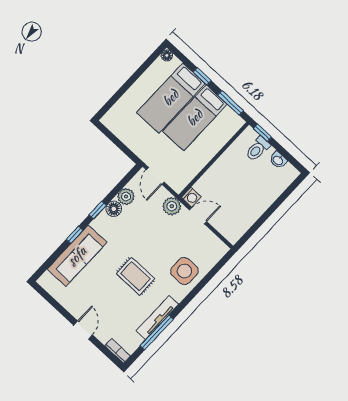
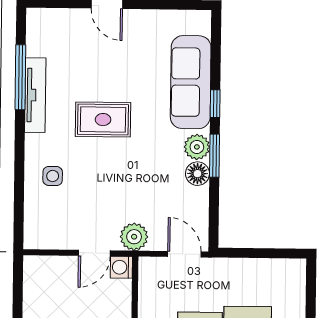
plant: (126, 197) -> (197, 147), moved
window: (98, 210) -> (214, 156), width x1.50
side table: (184, 271) -> (53, 176), width x0.54, depth x0.54
bookcase: (118, 351) -> (46, 16), removed

